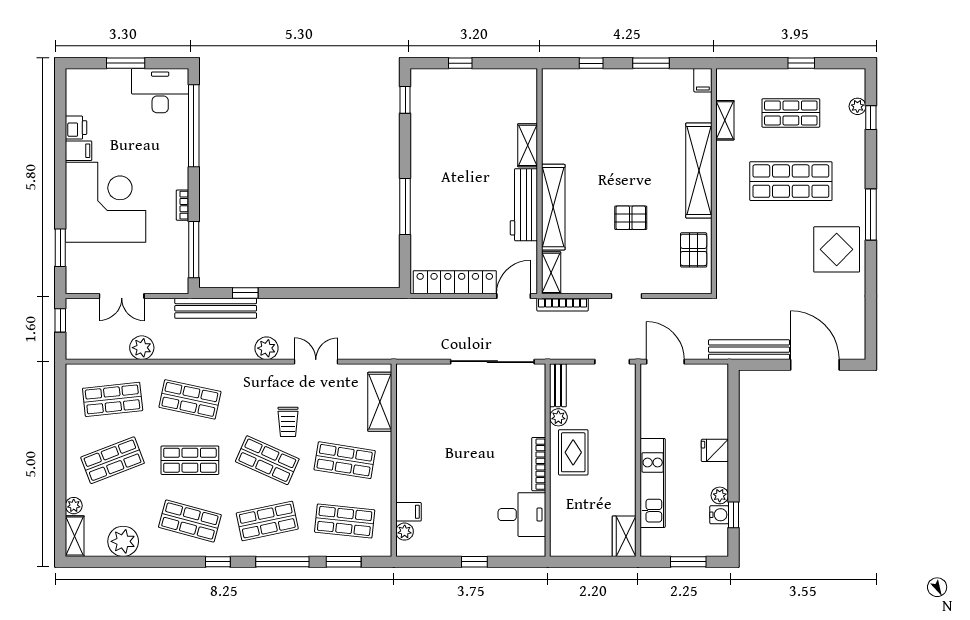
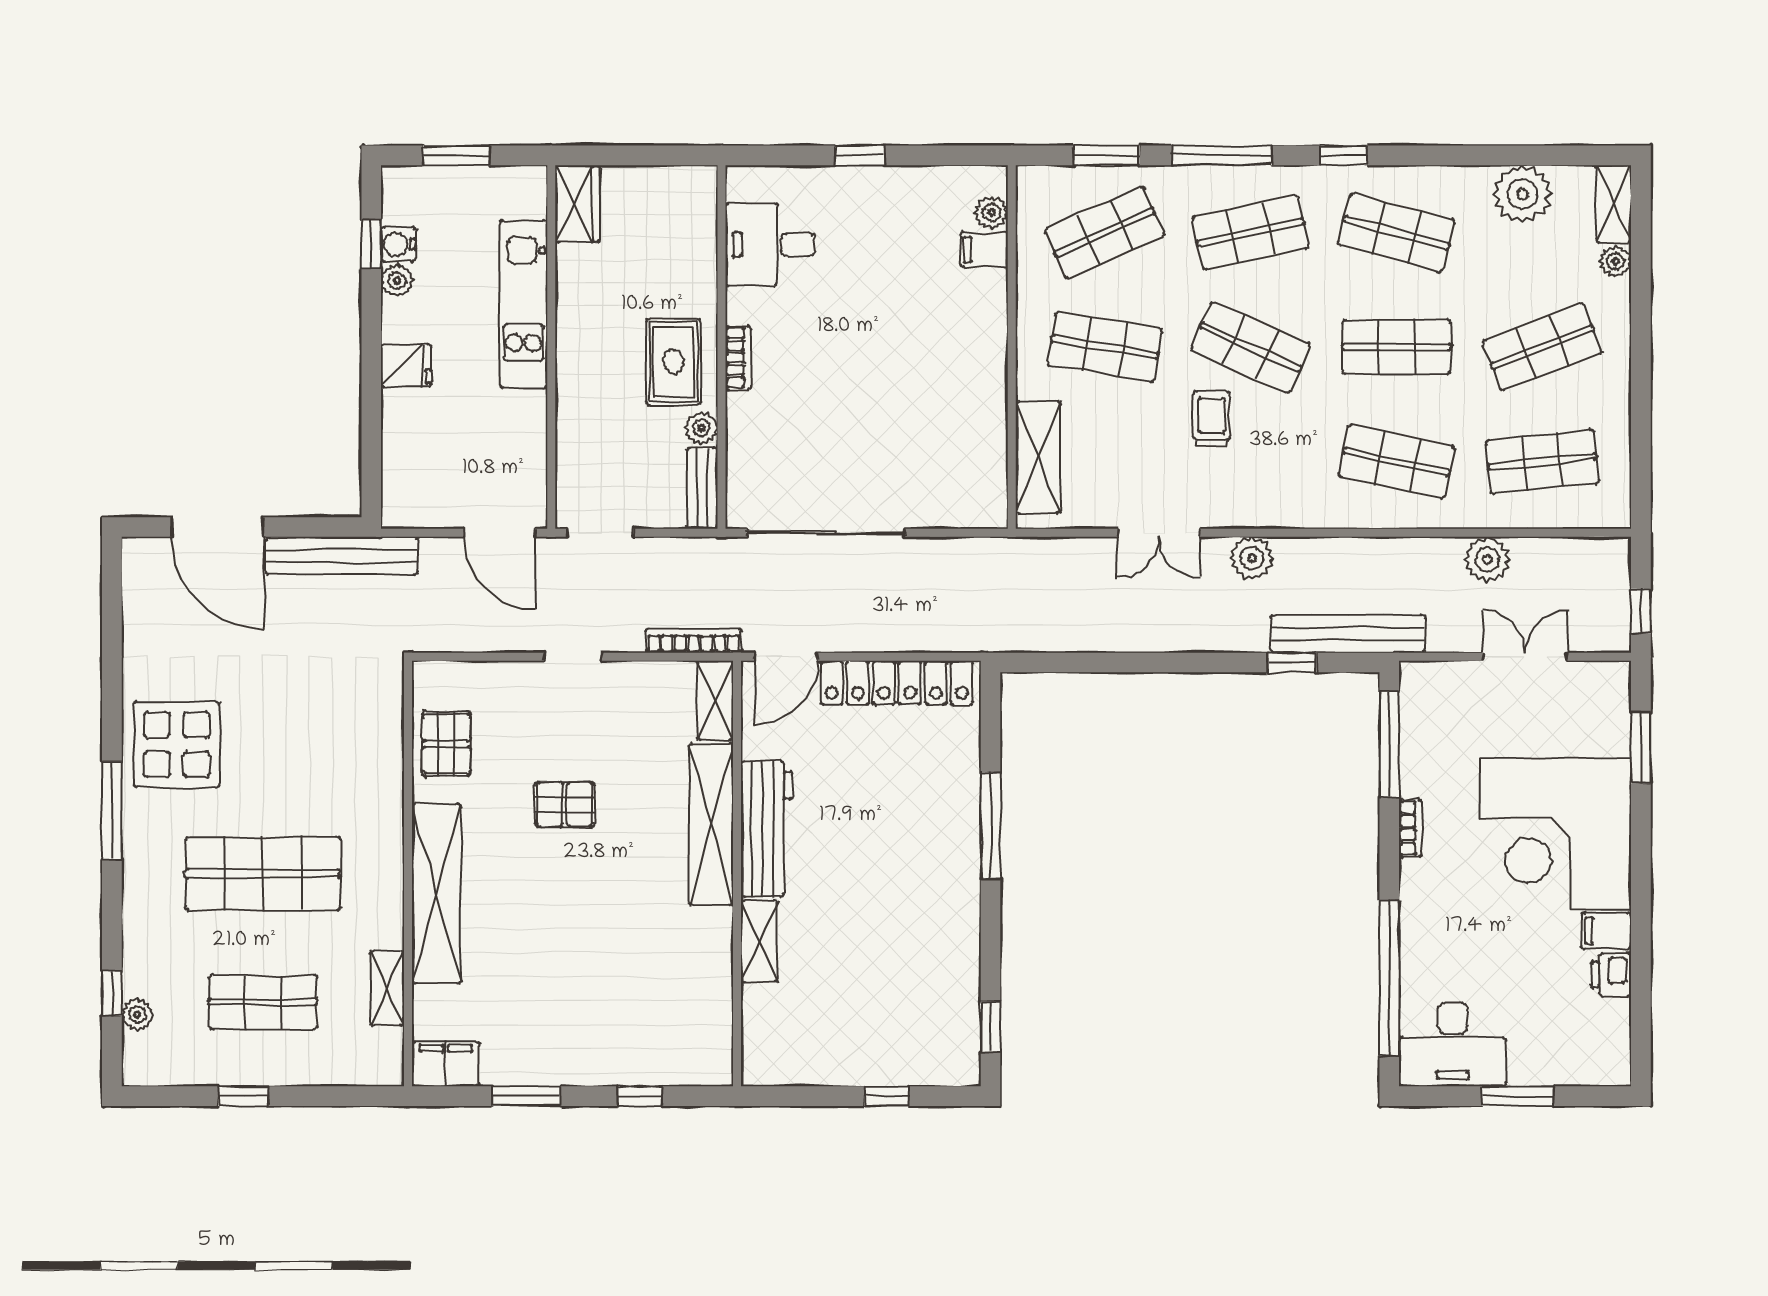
filing cabinet: (703, 80) -> (446, 1064), width x2.00
bookcase: (539, 464) -> (738, 358), width x0.64
shop shelf: (345, 521) -> (1105, 232), turned -30

